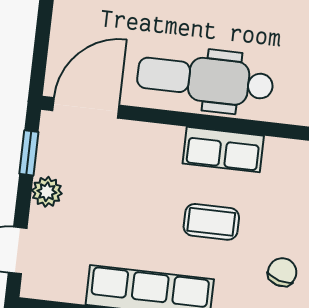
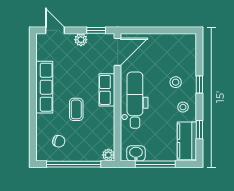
door: (86, 108) -> (118, 52), hinge flipped
row of seats: (223, 150) -> (107, 90), moved

